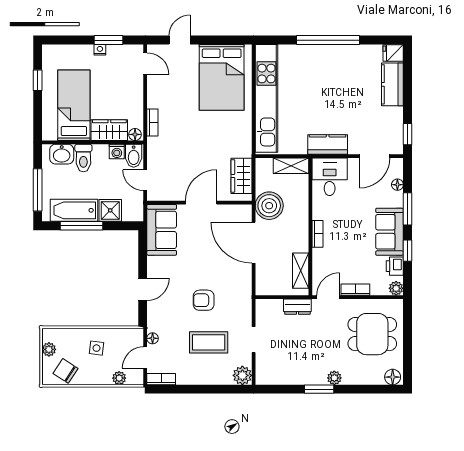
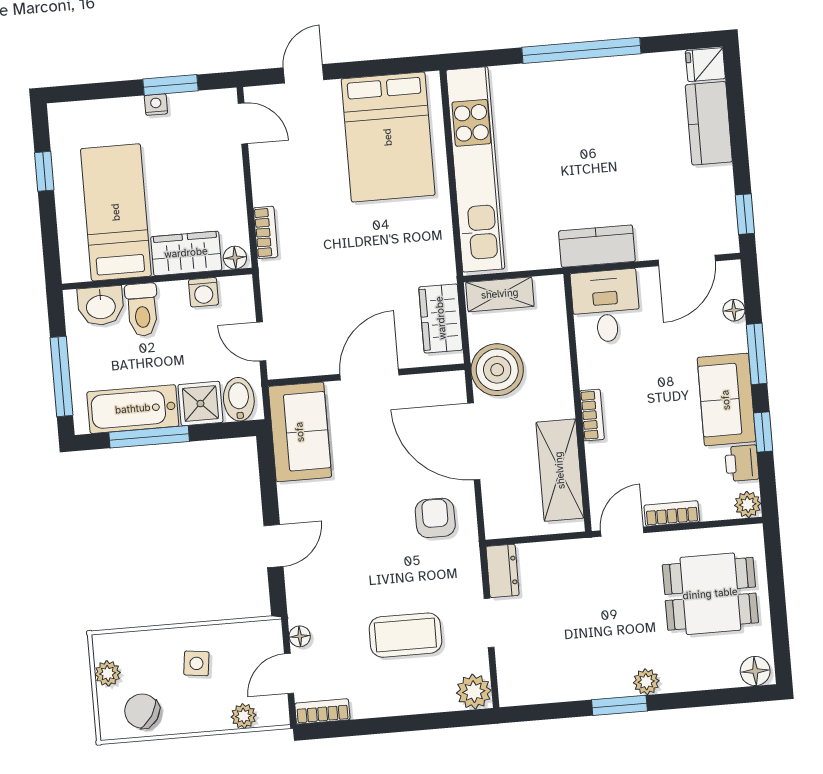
bidet: (134, 156) -> (239, 399), moved, turned 180
shelving: (291, 166) -> (500, 294), moved
shelving: (301, 271) -> (560, 470), width x1.50, depth x1.33
armchair: (204, 300) -> (435, 518), moved, turned 90
dresser: (297, 307) -> (503, 571), moved, turned -90

